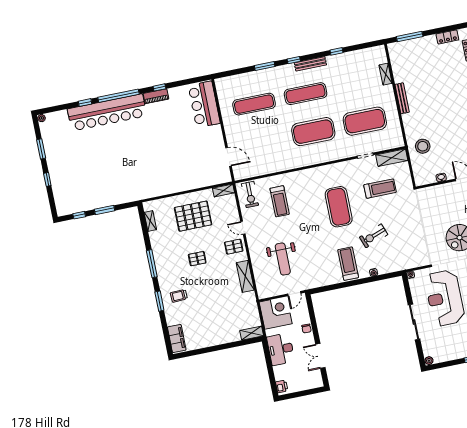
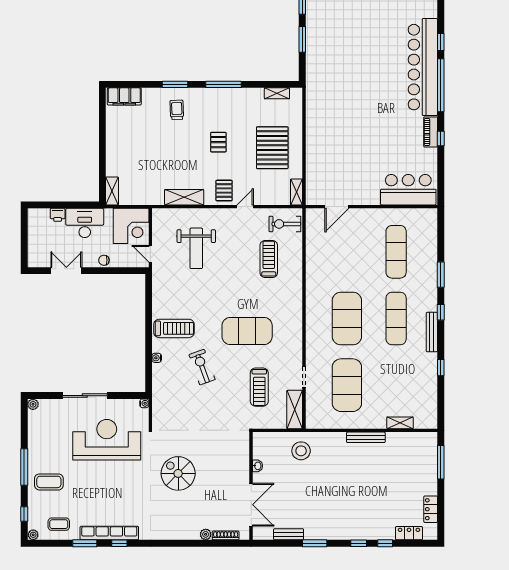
treadmill: (280, 201) -> (269, 259), turned 90
weight bench: (283, 259) -> (196, 248), turned -90
printer: (282, 386) -> (58, 215), moved

